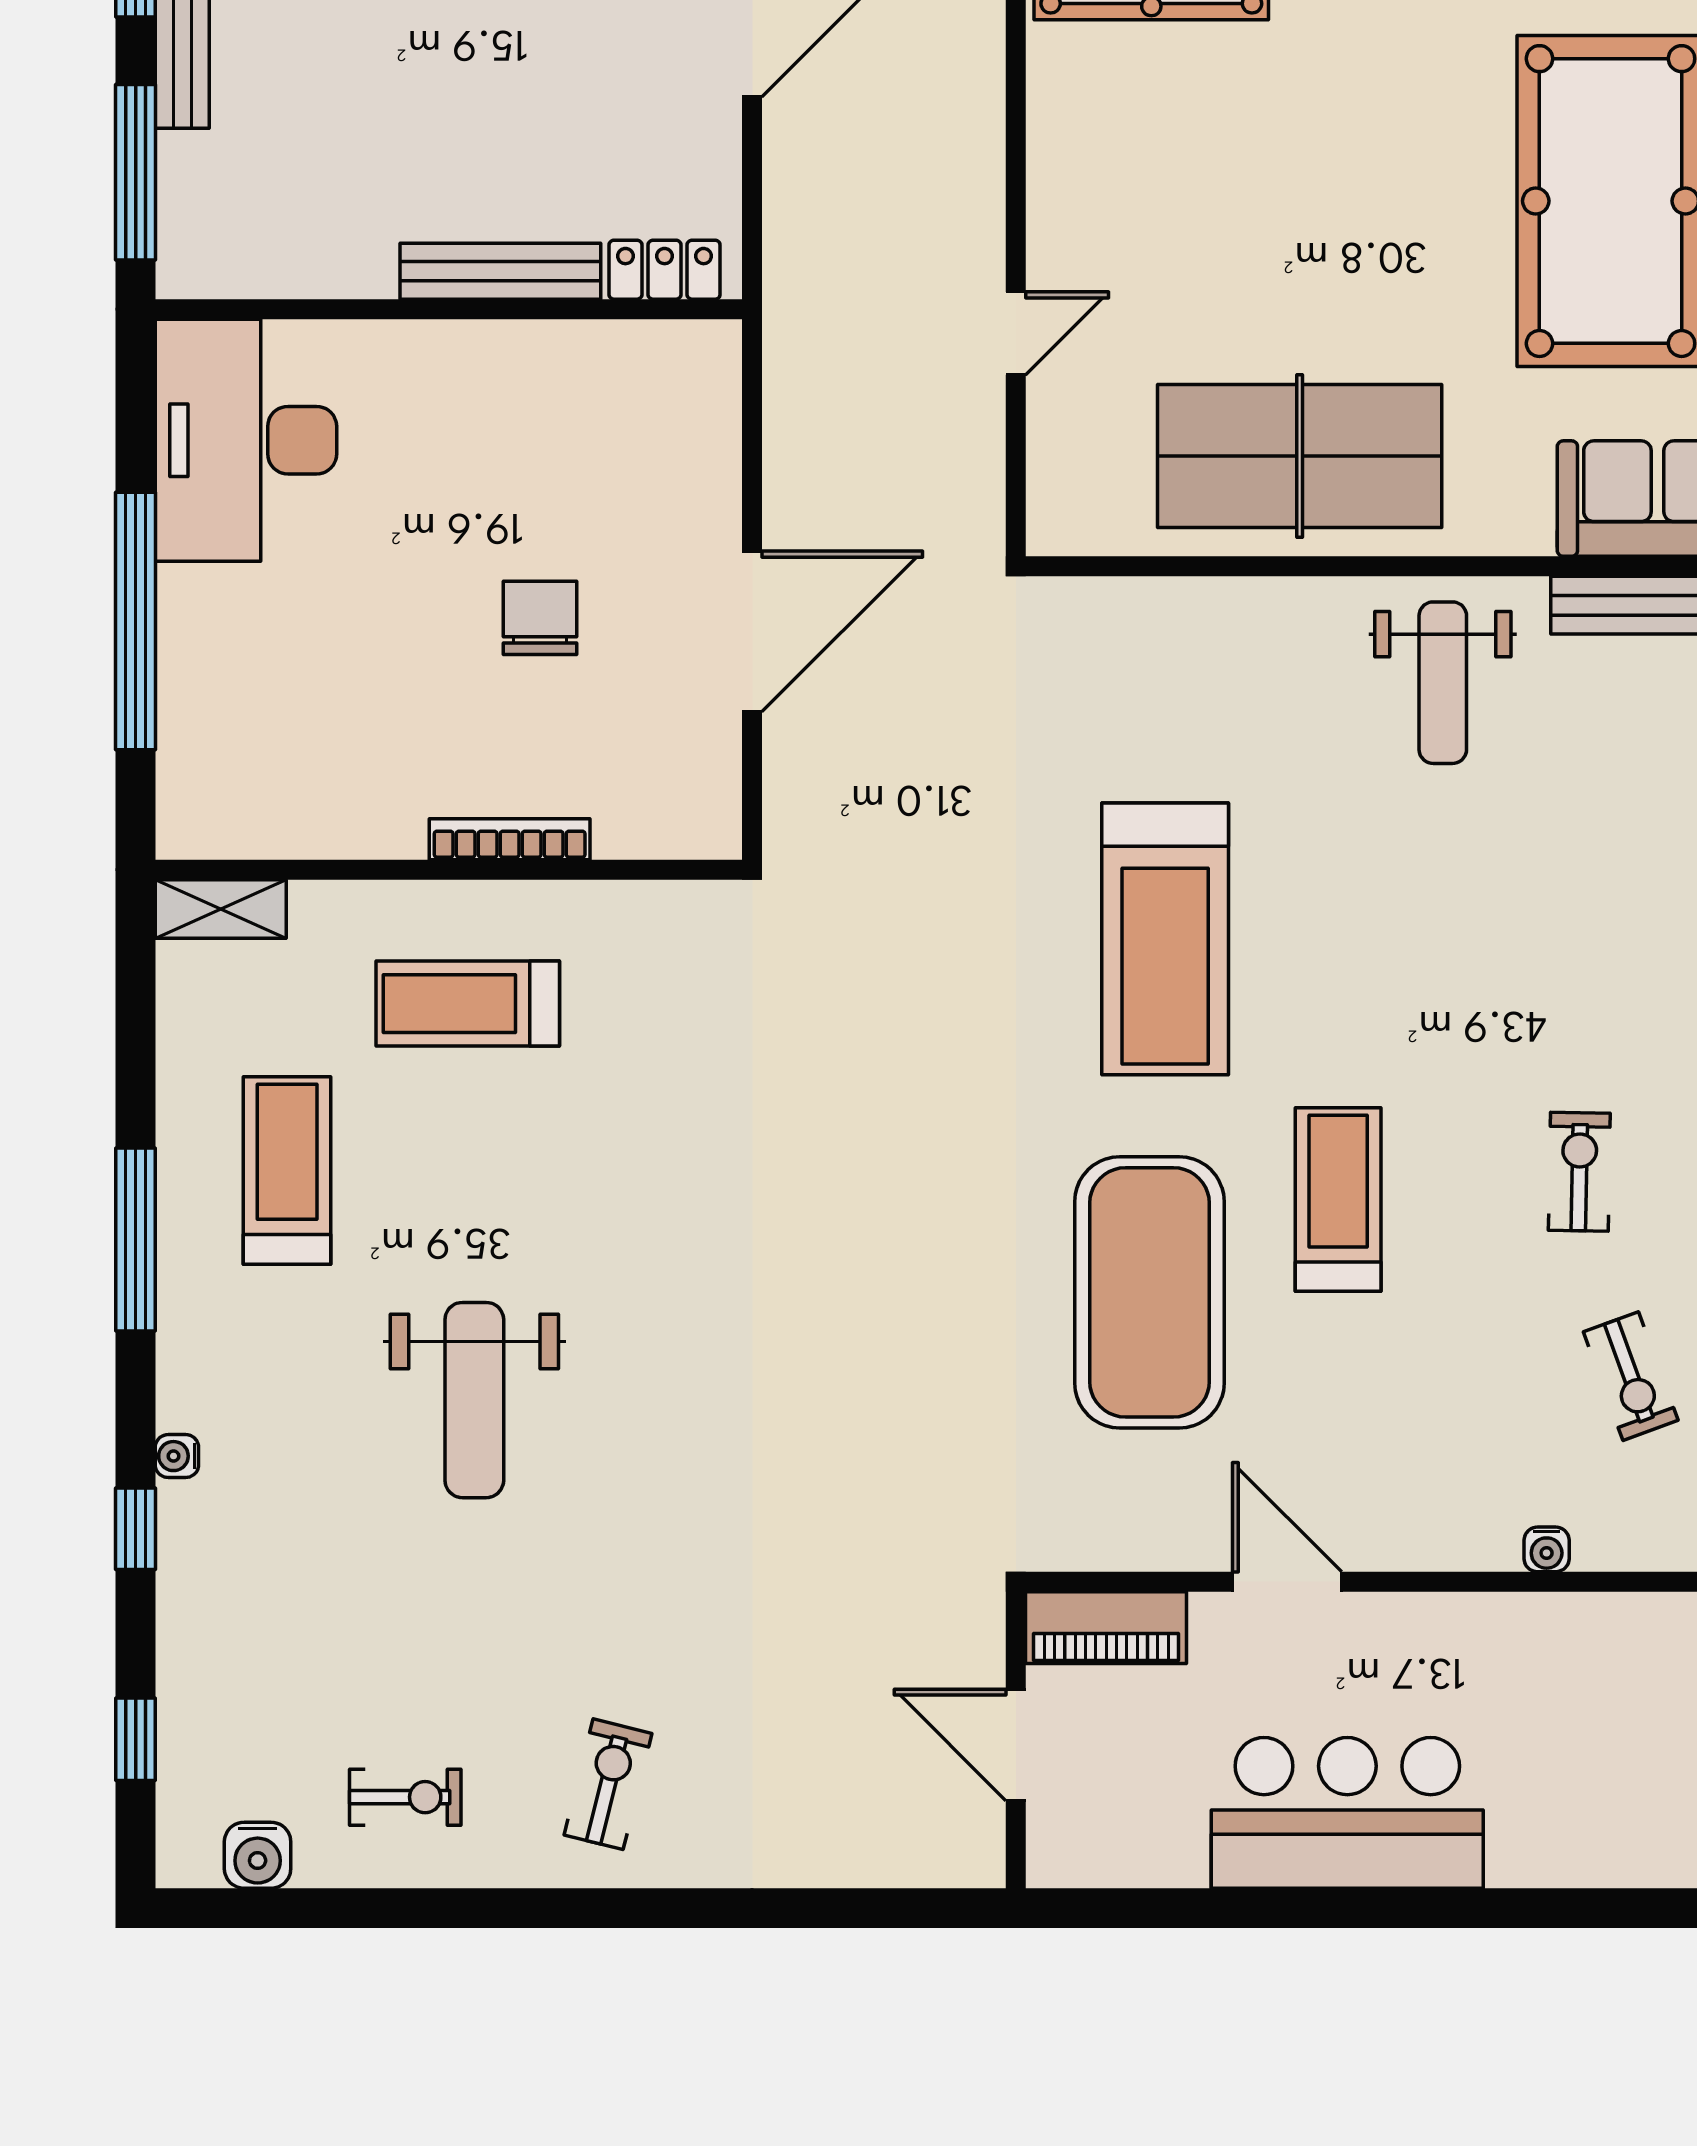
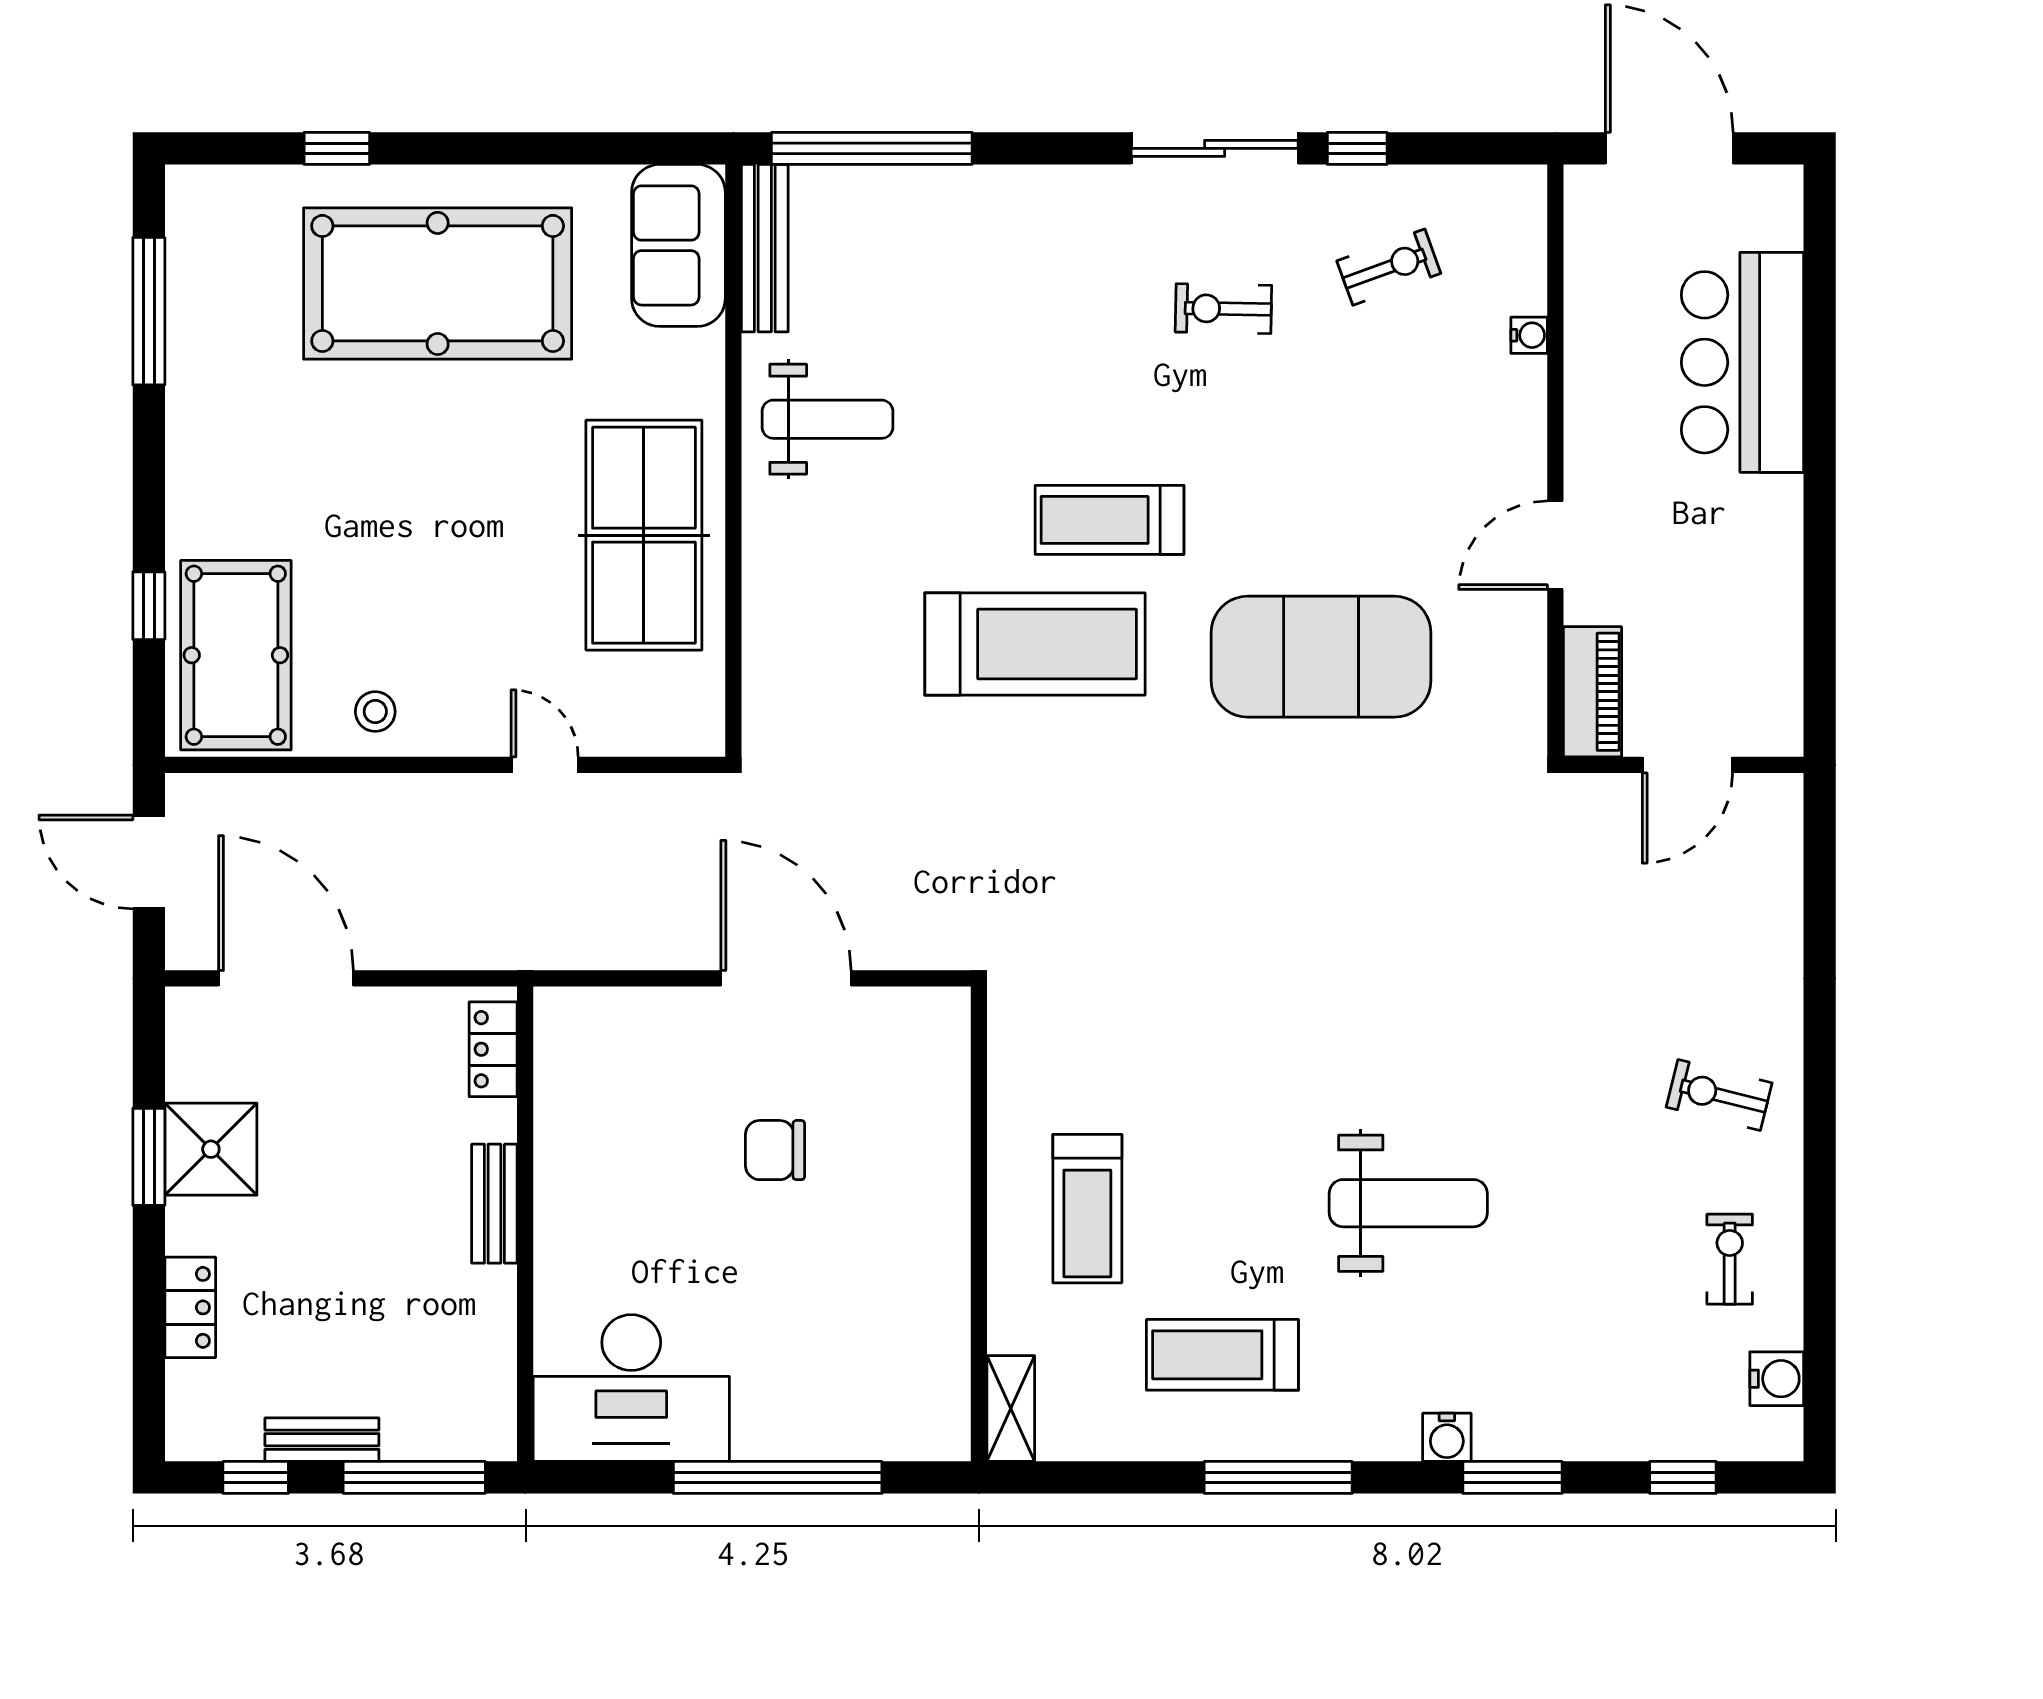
stool: (1082, 124) -> (375, 712), added
bench: (500, 271) -> (494, 1204), width x0.73
bookcase: (510, 839) -> (954, 1175), removed
treadmill: (1338, 1199) -> (1109, 520), moved
water cooler: (177, 1456) -> (1447, 1437), width x1.38, depth x1.38
window: (136, 1529) -> (1512, 1477), width x1.50
bar counter: (1347, 1813) -> (1742, 362), moved

